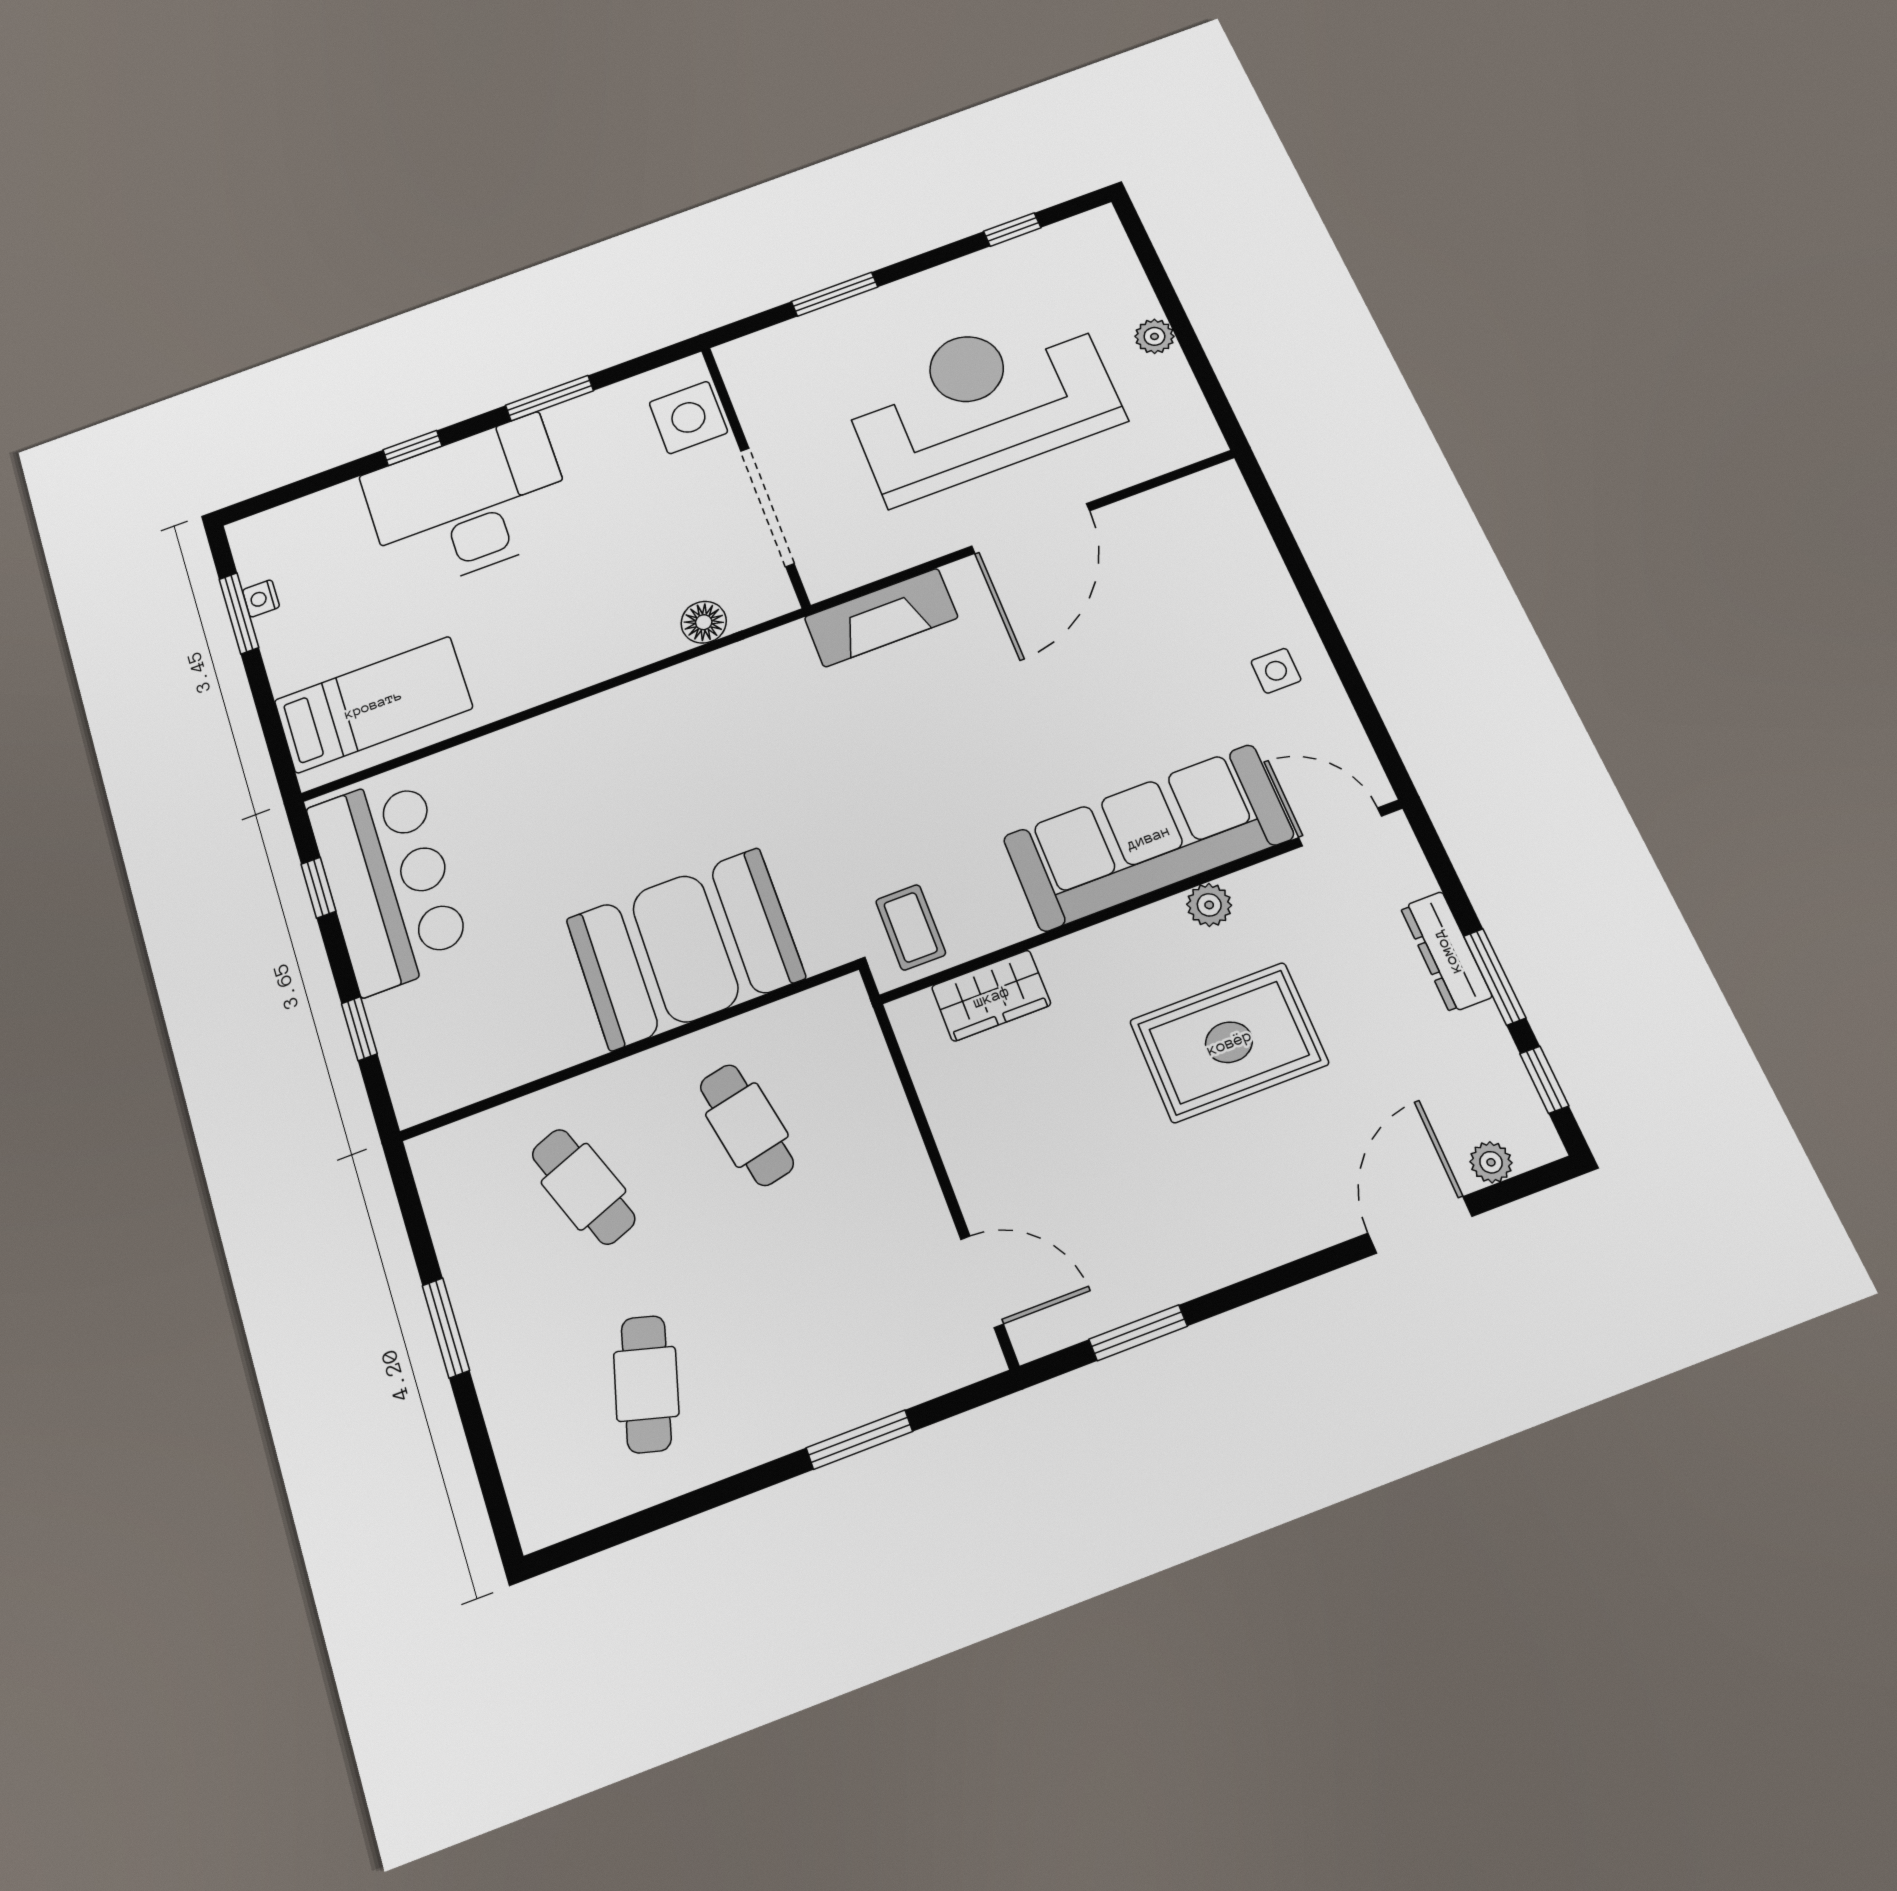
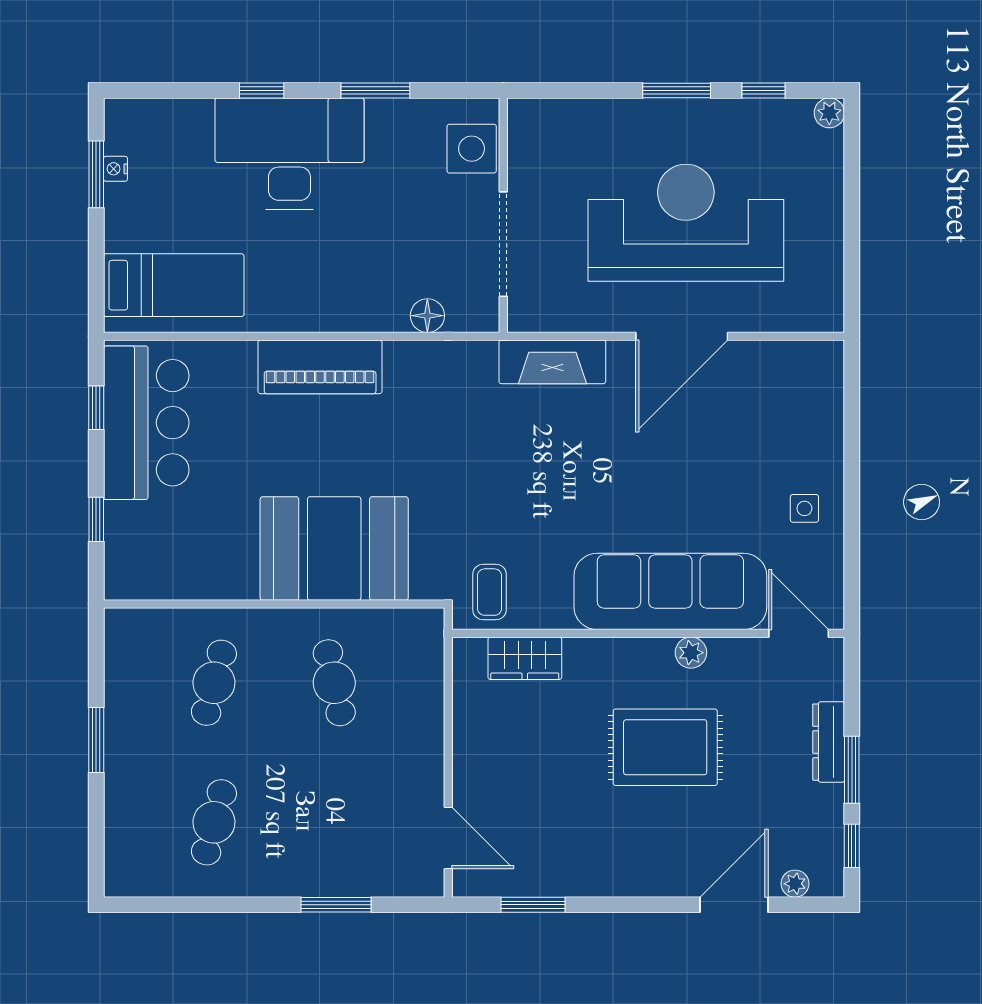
window: (835, 294) -> (677, 91), moved
plant: (1154, 336) -> (829, 113), moved
piano: (590, 732) -> (320, 367), added
cafe table: (583, 1187) -> (214, 683), turned 36

